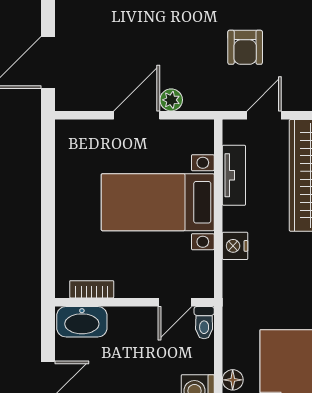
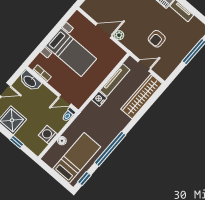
tv unit: (234, 175) -> (115, 80), width x1.41
bed with nightstands: (158, 202) -> (71, 52), moved, turned 180

